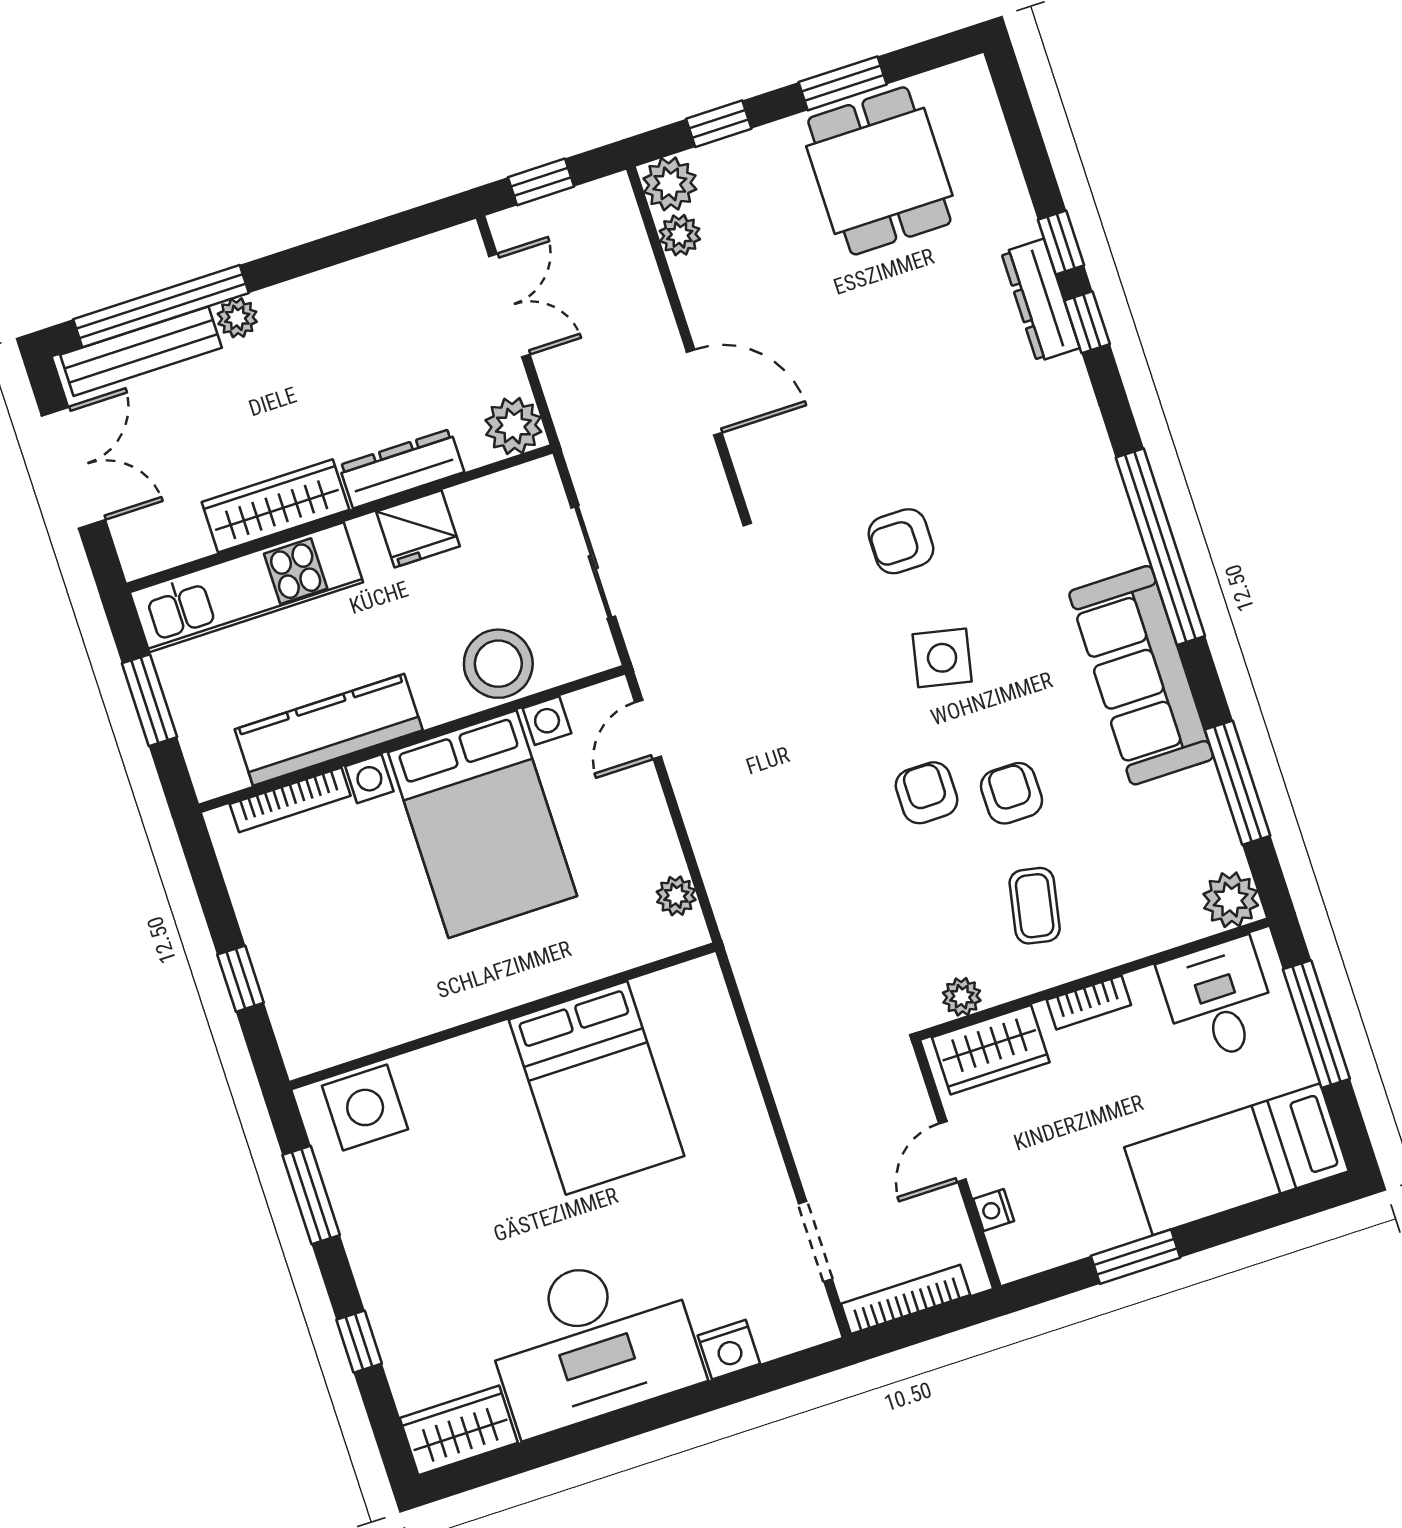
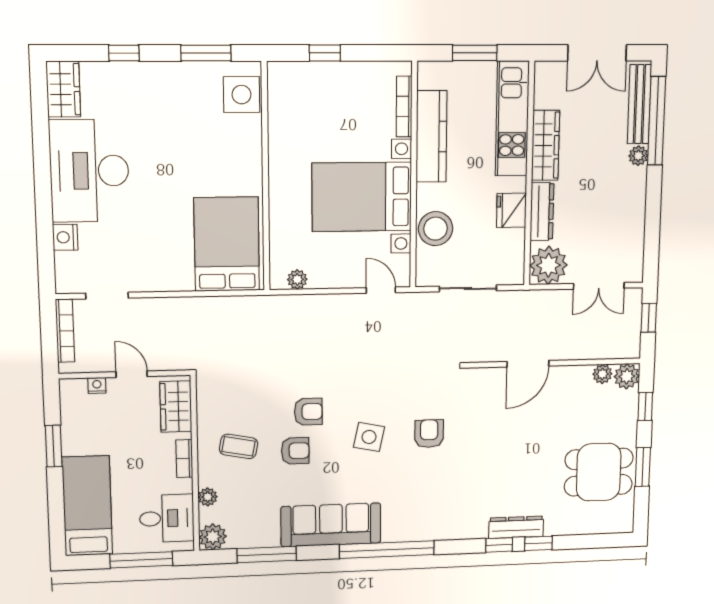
plant: (513, 426) -> (549, 265), width x1.36, depth x1.36
plant: (962, 997) -> (208, 497), moved
bed: (597, 1088) -> (227, 244), moved, turned 90

